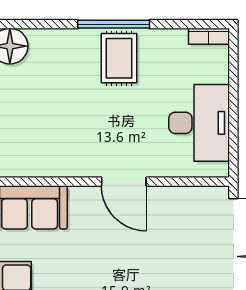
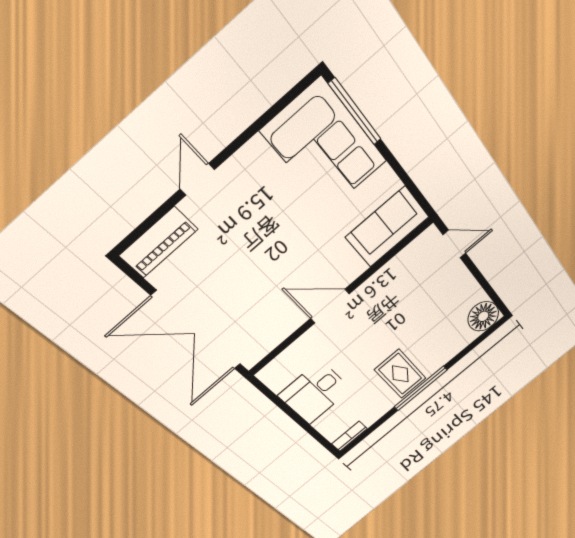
desk: (199, 123) -> (315, 392), width x0.73

